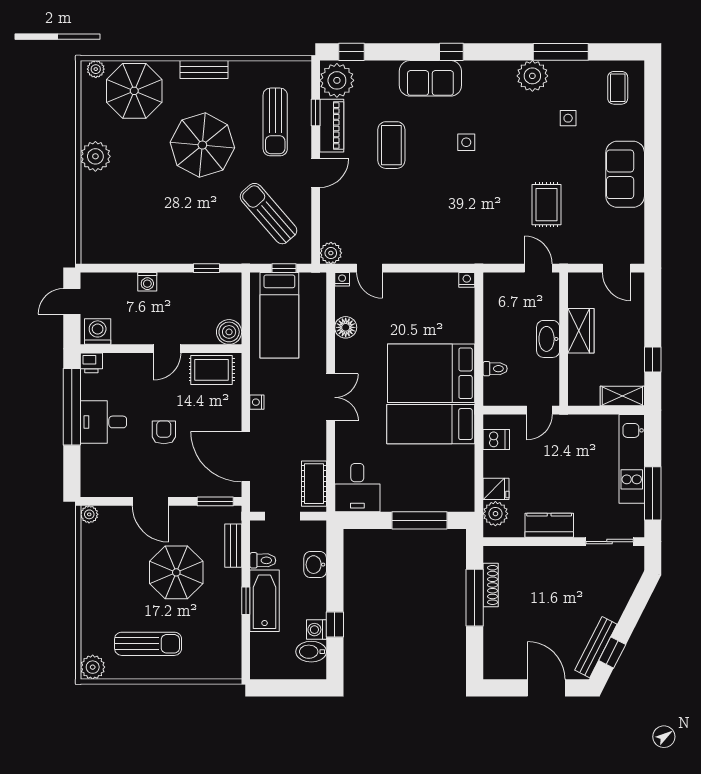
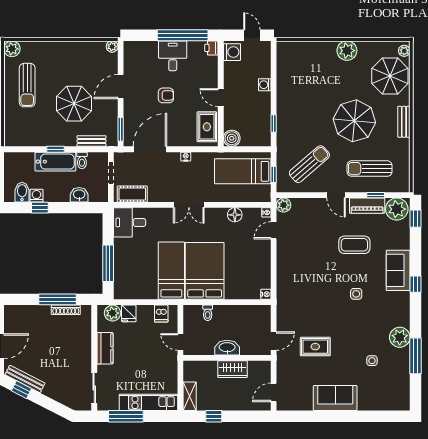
coffee table: (618, 88) -> (392, 393), removed

